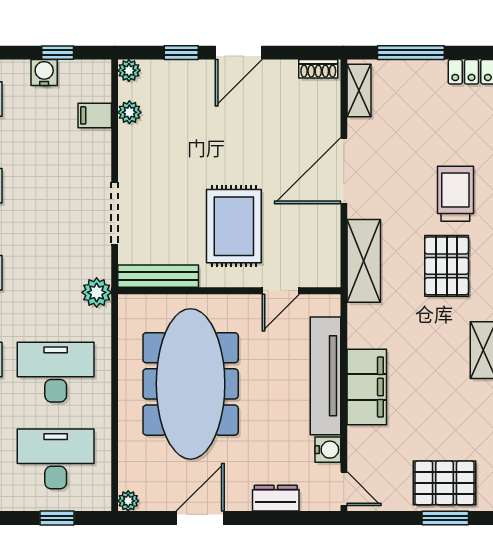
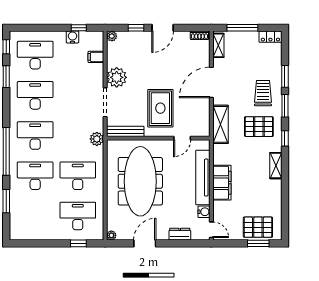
plant: (129, 112) -> (117, 77), moved, width x1.88, depth x1.88
pallet: (447, 266) -> (259, 127), turned 90

